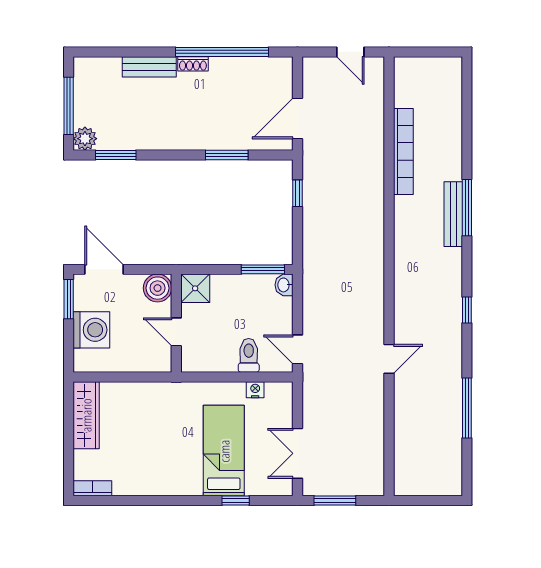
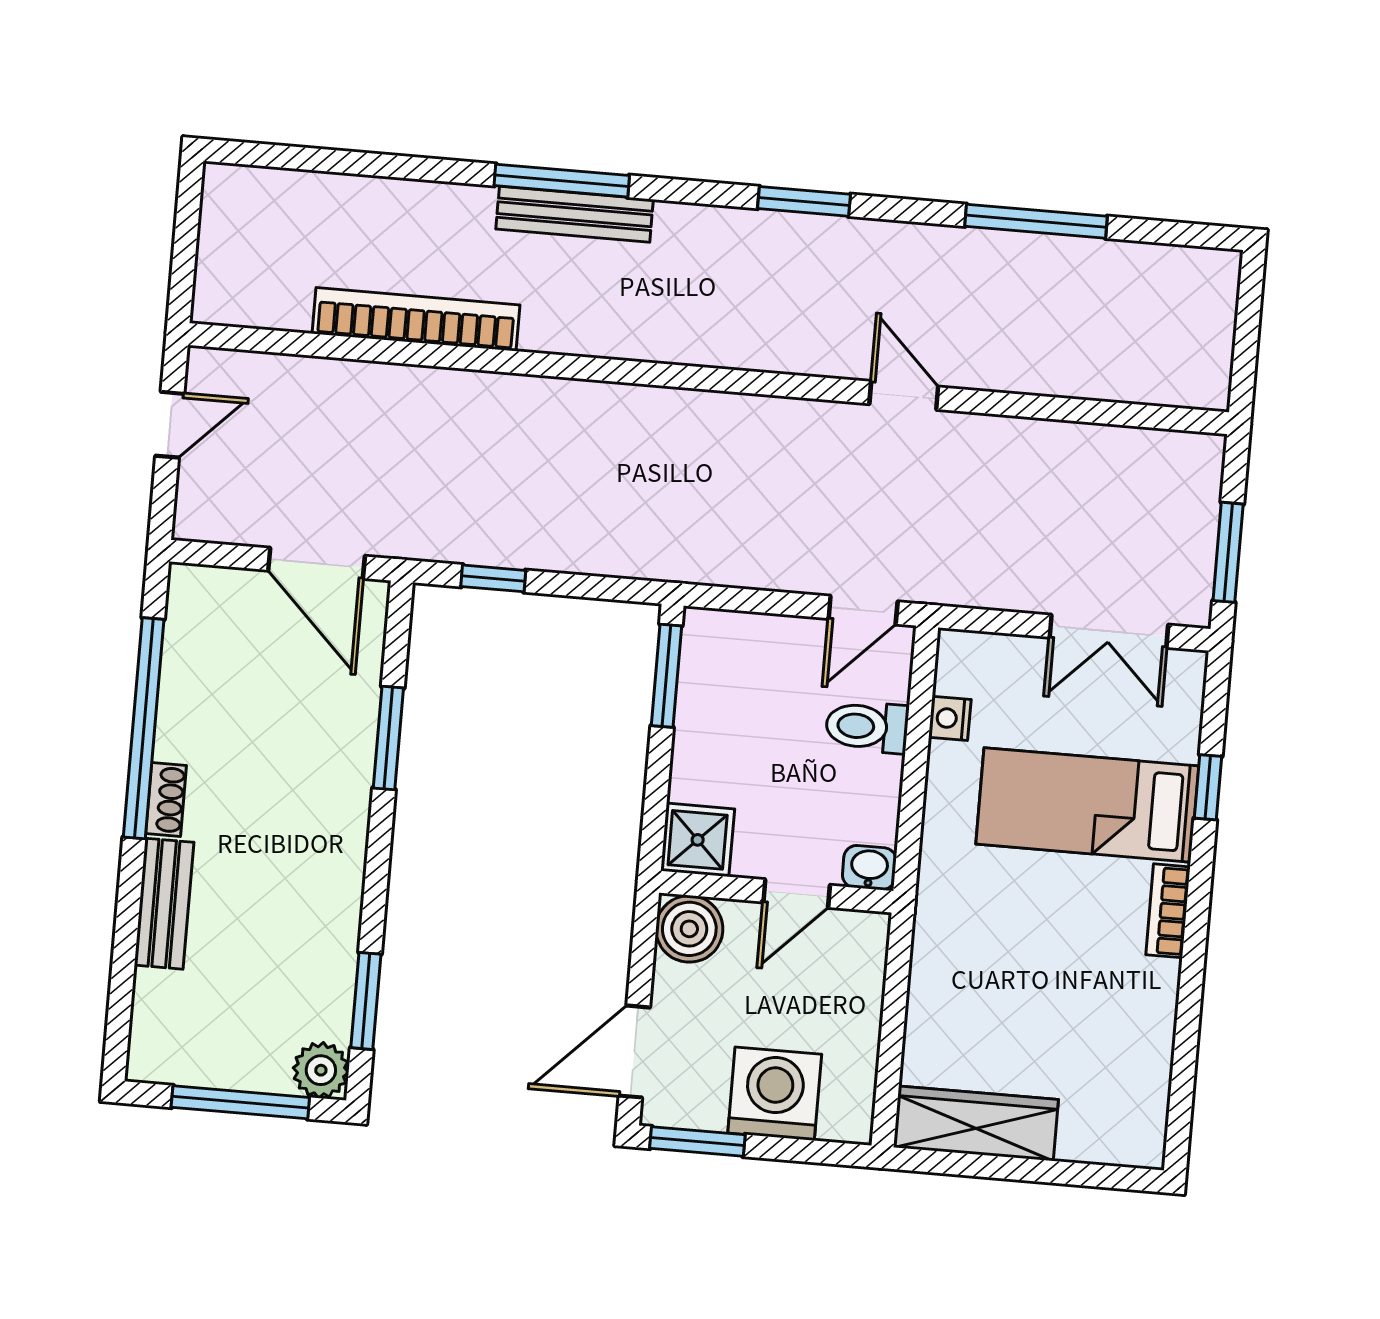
washbasin: (284, 285) -> (869, 868), moved, turned 180
window: (467, 310) -> (804, 201), width x1.50
bookcase: (92, 488) -> (1168, 911), moved

